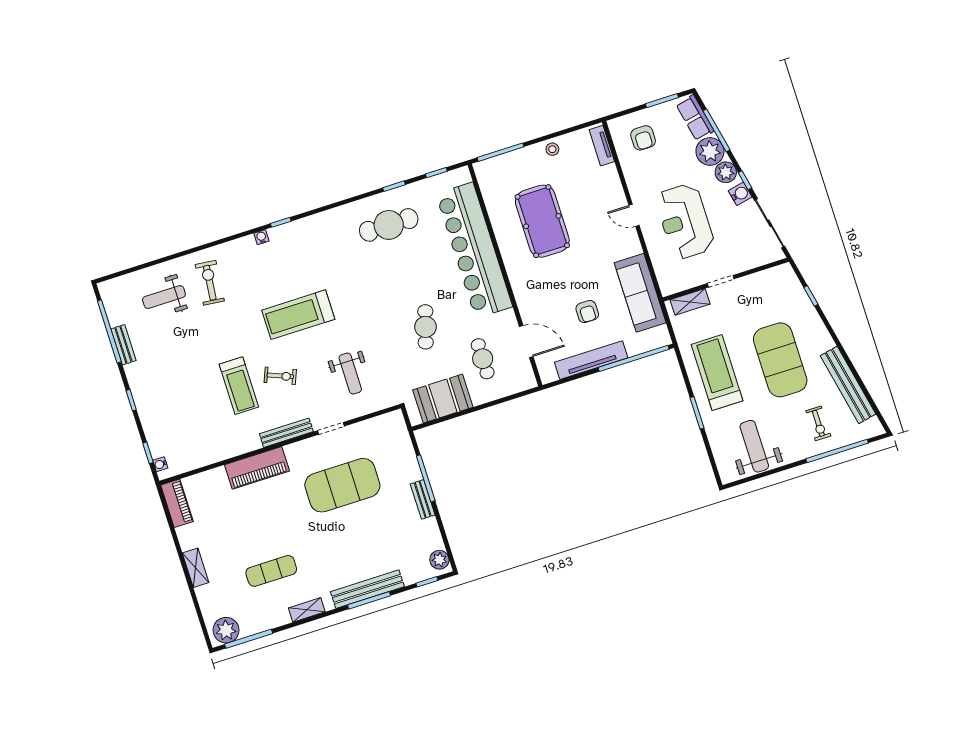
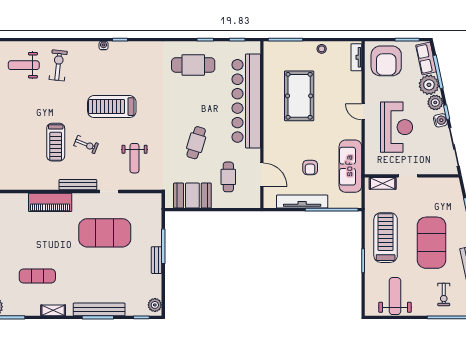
armchair: (643, 138) -> (386, 61), width x1.88, depth x1.88
reception desk: (685, 221) -> (397, 127), turned 180

